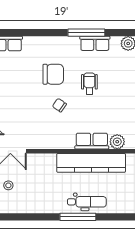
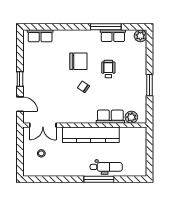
kitchen counter: (91, 163) -> (91, 135), moved

